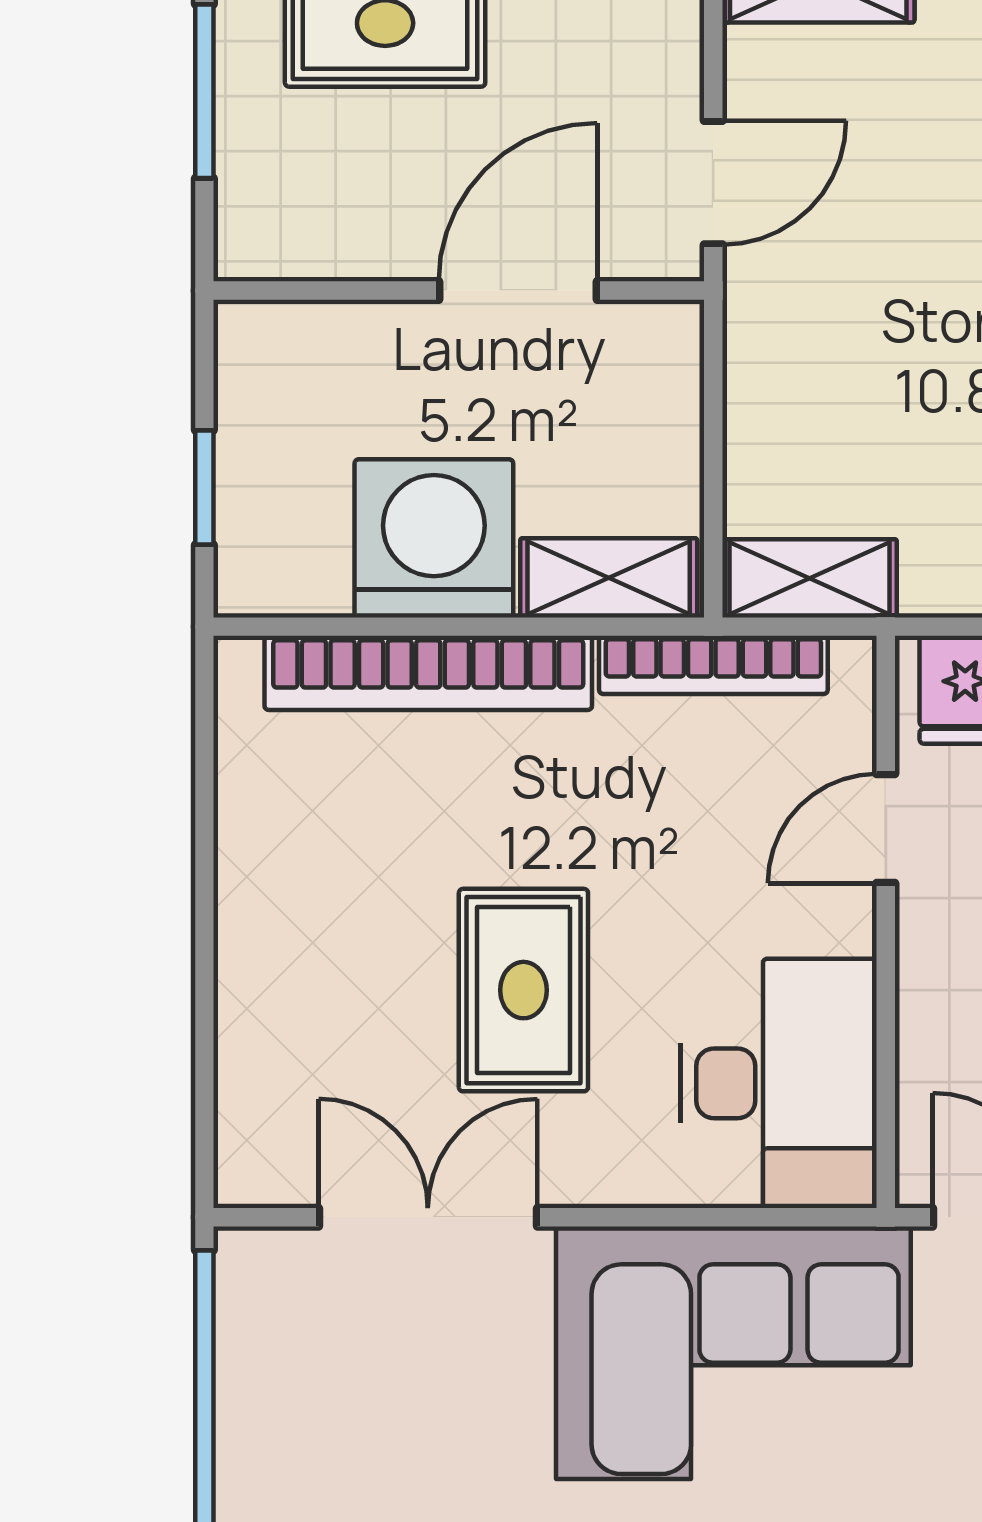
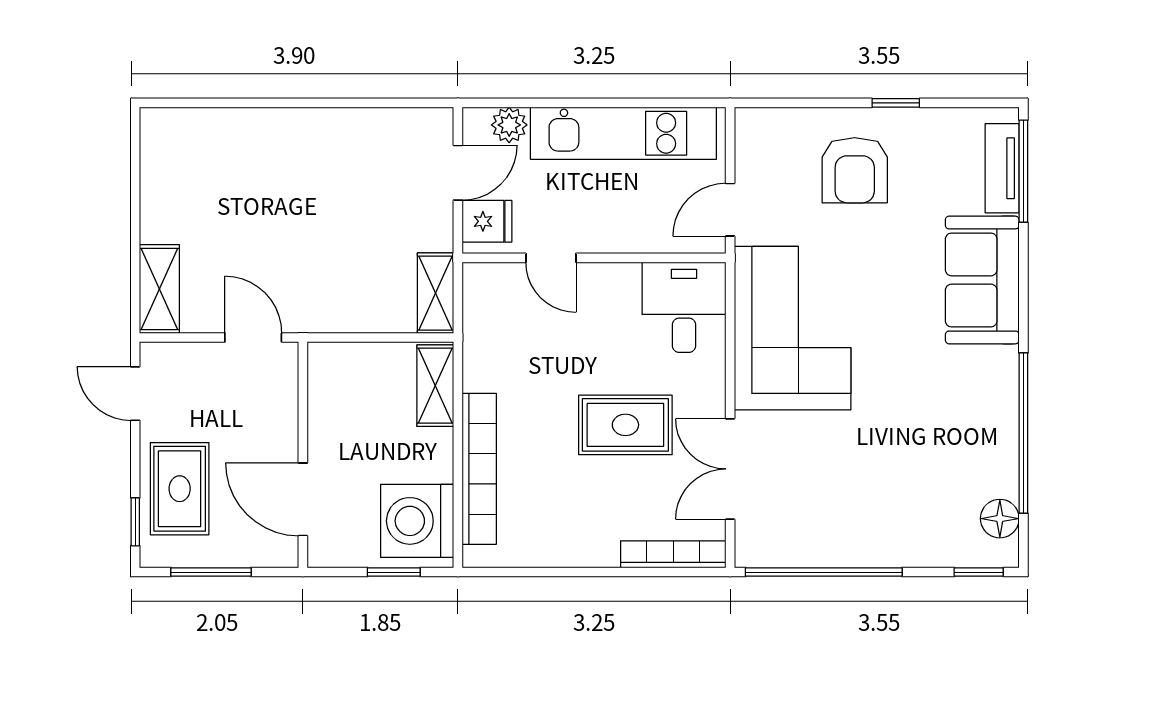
door: (518, 290) -> (303, 499), moved
washing machine: (434, 538) -> (417, 521), moved
bookcase: (713, 665) -> (673, 554), moved, turned -90
desk: (779, 1083) -> (684, 307), width x0.73

